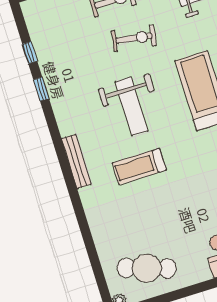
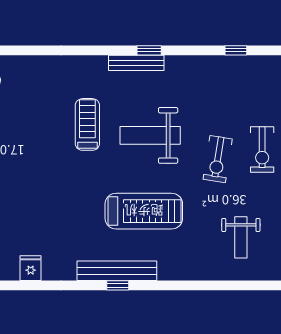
window: (41, 89) -> (149, 50), moved
bench: (76, 161) -> (136, 63), moved

